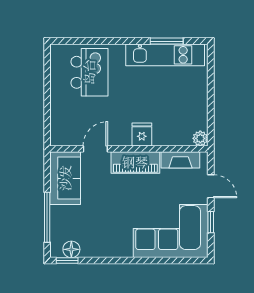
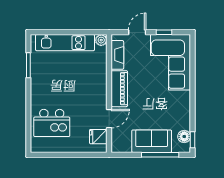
kitchen unit: (165, 55) -> (65, 43), moved, turned 90
kitchen island: (89, 72) -> (52, 123), turned 180
fridge: (142, 134) -> (98, 137), moved
door: (95, 149) -> (109, 119), swing flipped
sofa: (65, 178) -> (152, 141), moved

